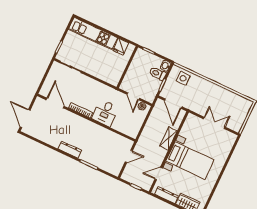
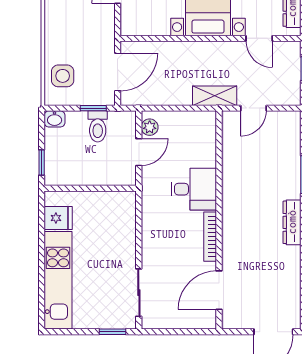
toilet: (158, 74) -> (98, 126), moved
shelving: (168, 138) -> (215, 96), moved
door: (129, 156) -> (253, 108), swing flipped

